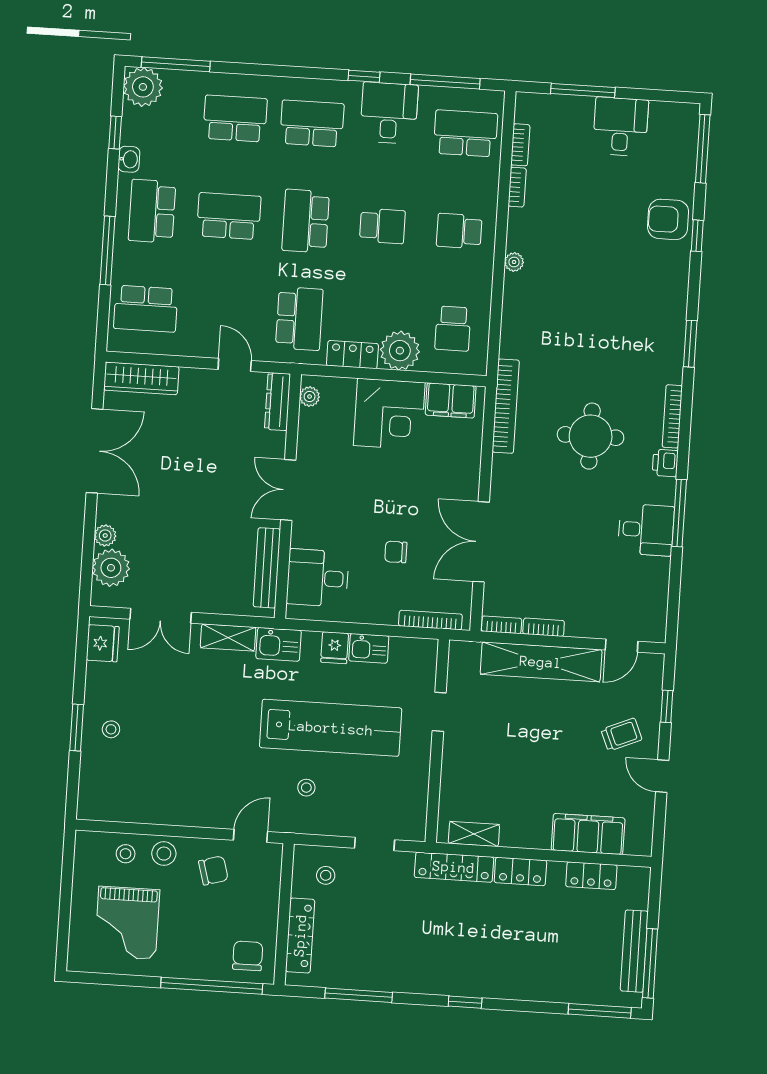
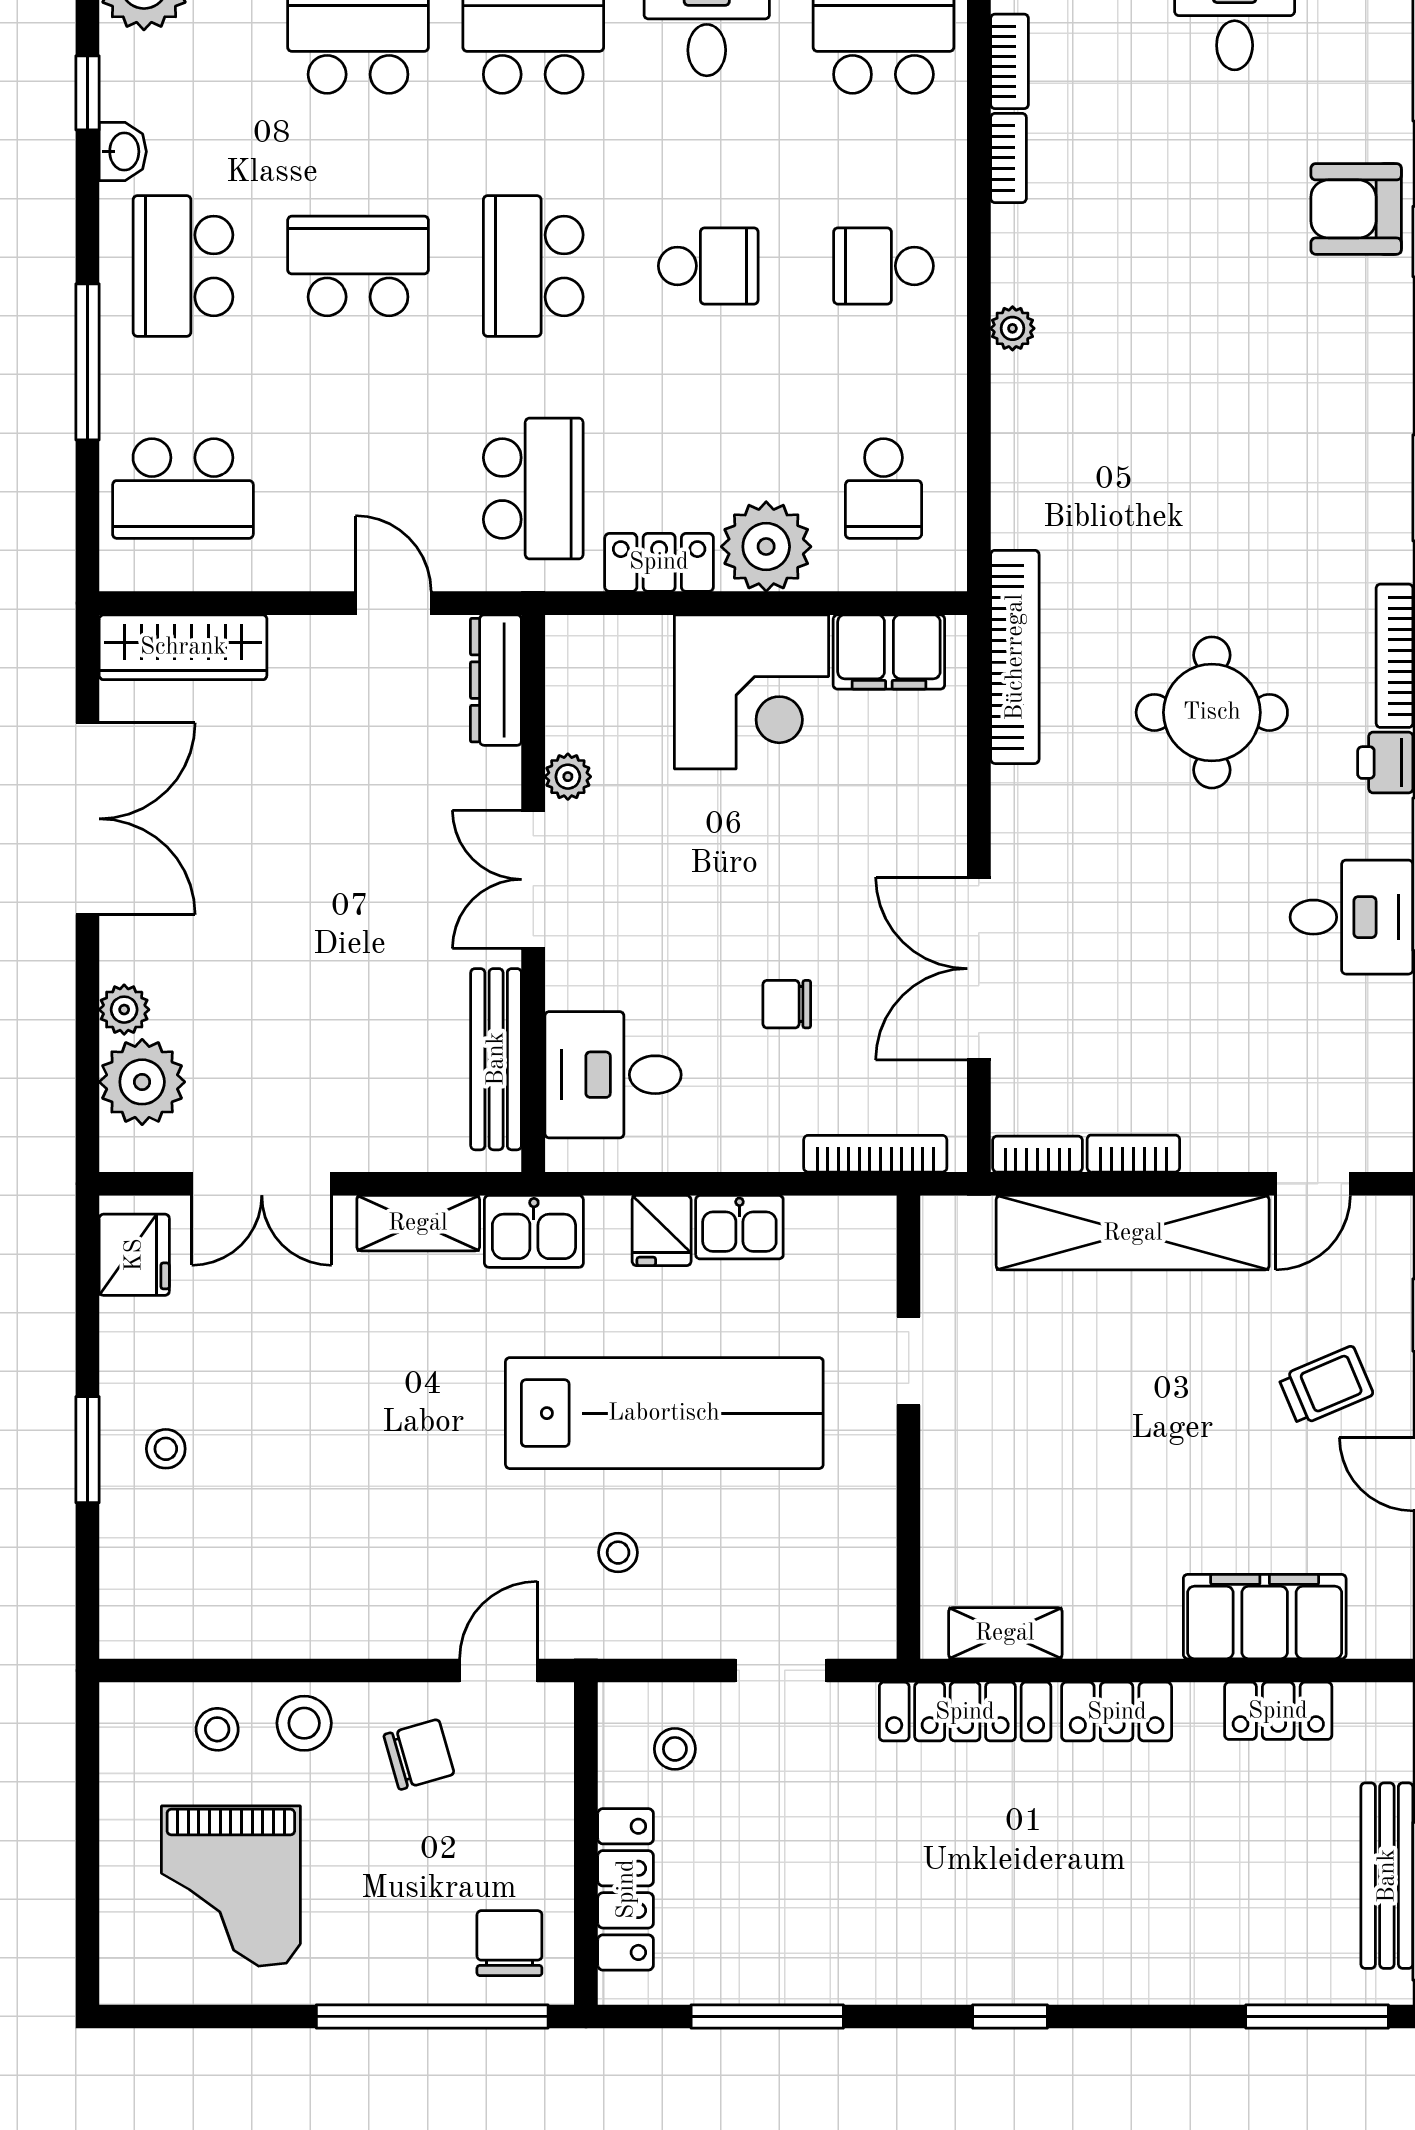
plant: (310, 396) -> (568, 777), moved

